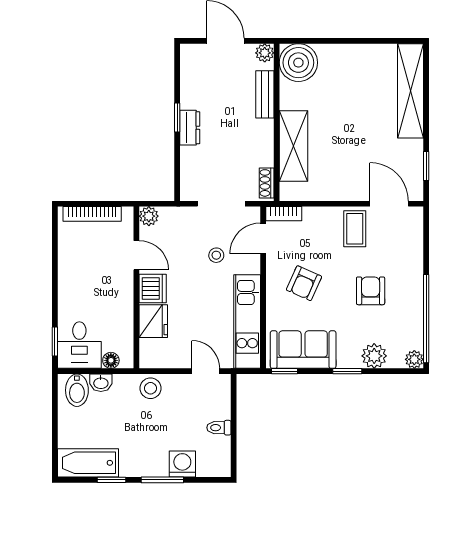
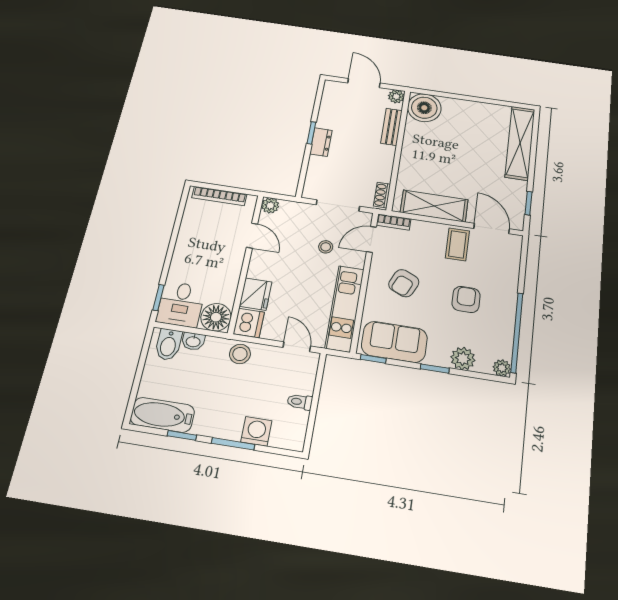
shelving: (294, 146) -> (434, 206), moved, turned 90
dishwasher: (153, 288) -> (249, 323), moved
floor lamp: (111, 360) -> (216, 317), width x1.89, depth x1.89

